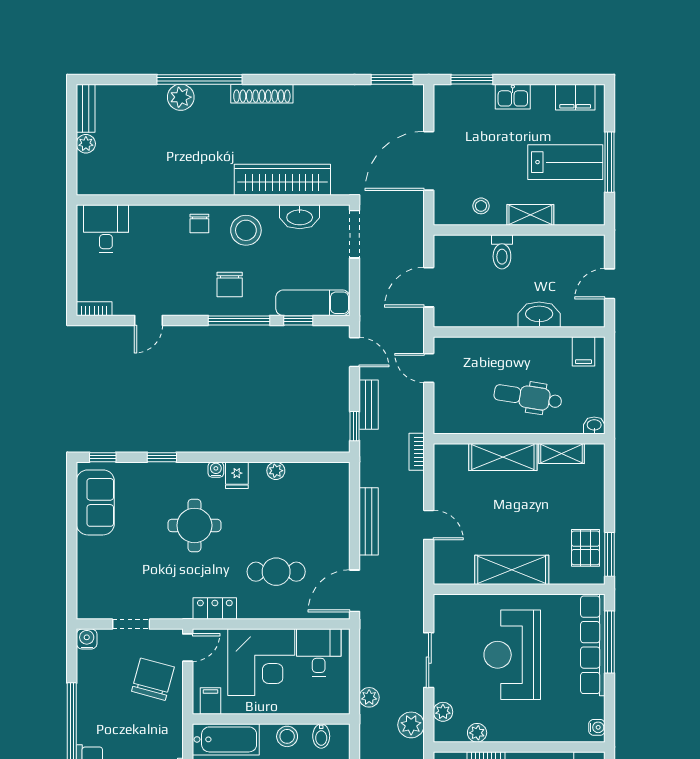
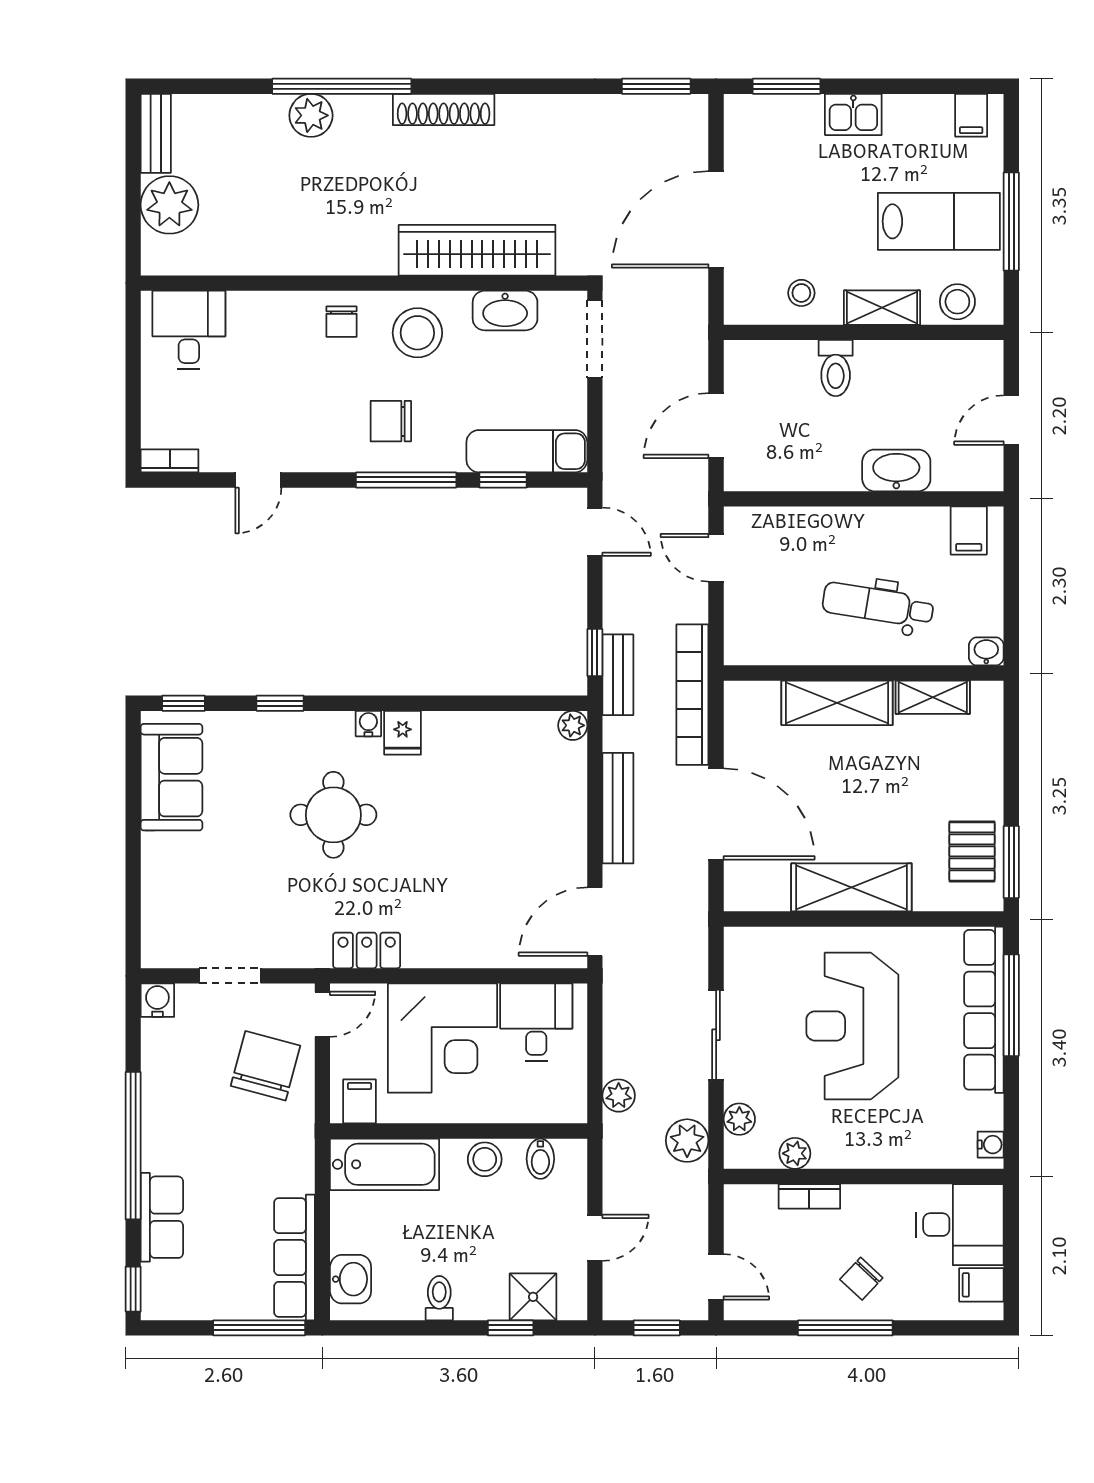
filing cabinet: (575, 97) -> (971, 115), width x0.50
plant: (86, 144) -> (169, 205), width x1.88, depth x1.88
stool: (577, 211) -> (957, 302), added
chair: (230, 284) -> (391, 421), turned 90
bench: (369, 405) -> (618, 675), moved
bookcase: (417, 452) -> (692, 695), width x2.31, depth x1.31
plant: (276, 471) -> (573, 725), moved
door: (429, 525) -> (716, 814), width x1.87
cafe table: (276, 572) -> (467, 890), removed

